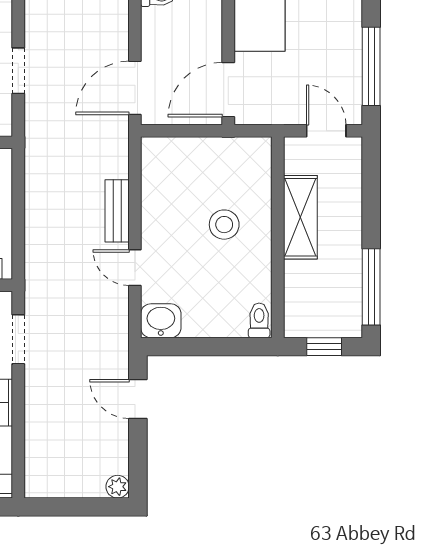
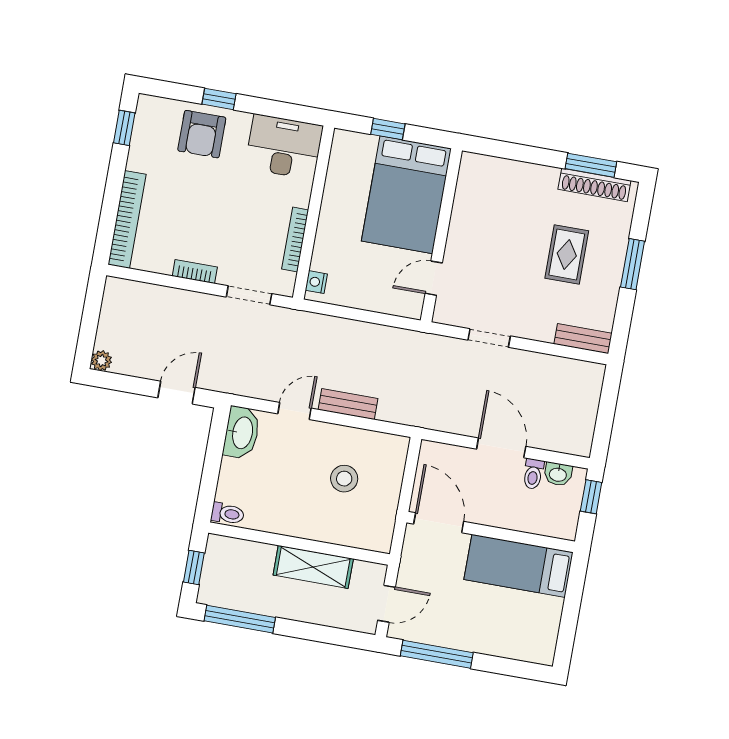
door: (135, 88) -> (501, 448), moved
stool: (224, 225) -> (344, 479), moved
washbasin: (161, 321) -> (242, 433), width x1.38

